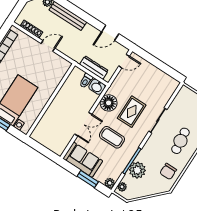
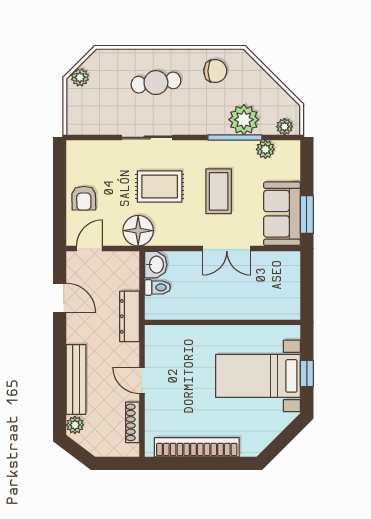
door: (124, 61) -> (90, 248), hinge flipped
dresser: (94, 68) -> (129, 316), moved
armchair: (149, 73) -> (84, 198), added
floor lamp: (109, 103) -> (138, 231), moved
double door: (83, 124) -> (227, 248), swing flipped
window: (88, 179) -> (307, 215), moved
plant: (110, 183) -> (265, 149), moved

